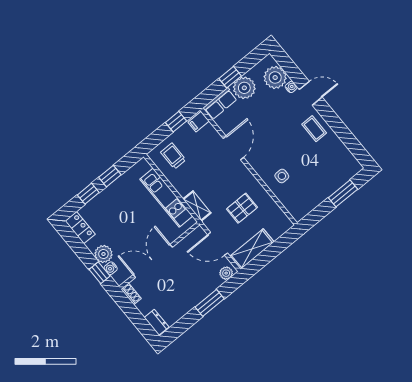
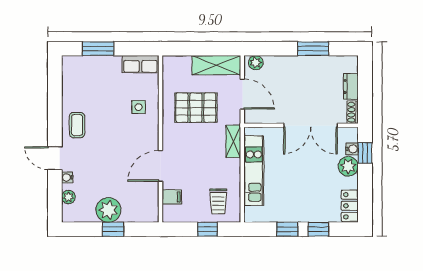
plant: (275, 77) -> (68, 197), width x0.53, depth x0.53
row of seats: (220, 104) -> (140, 64), moved, turned 180
window: (176, 122) -> (208, 229), moved
filing cabinet: (199, 122) -> (172, 197), moved
pallet: (242, 208) -> (196, 108), width x1.50, depth x1.42
window: (210, 303) -> (313, 49), moved
dresser: (157, 322) -> (351, 86), moved

